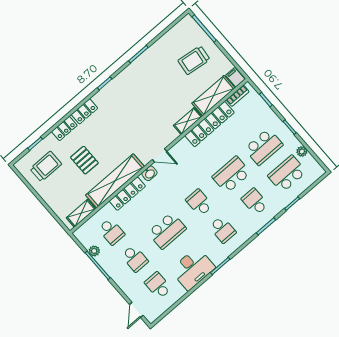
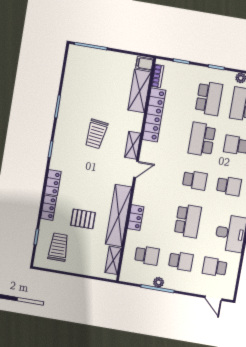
trolley: (194, 60) -> (96, 134), moved
shelving: (188, 121) -> (133, 145), moved
washbasin: (149, 173) -> (140, 189), removed
locker: (127, 194) -> (136, 218), width x0.66
school desk: (199, 203) -> (195, 180), turned 180
plant: (94, 251) -> (159, 282), moved

